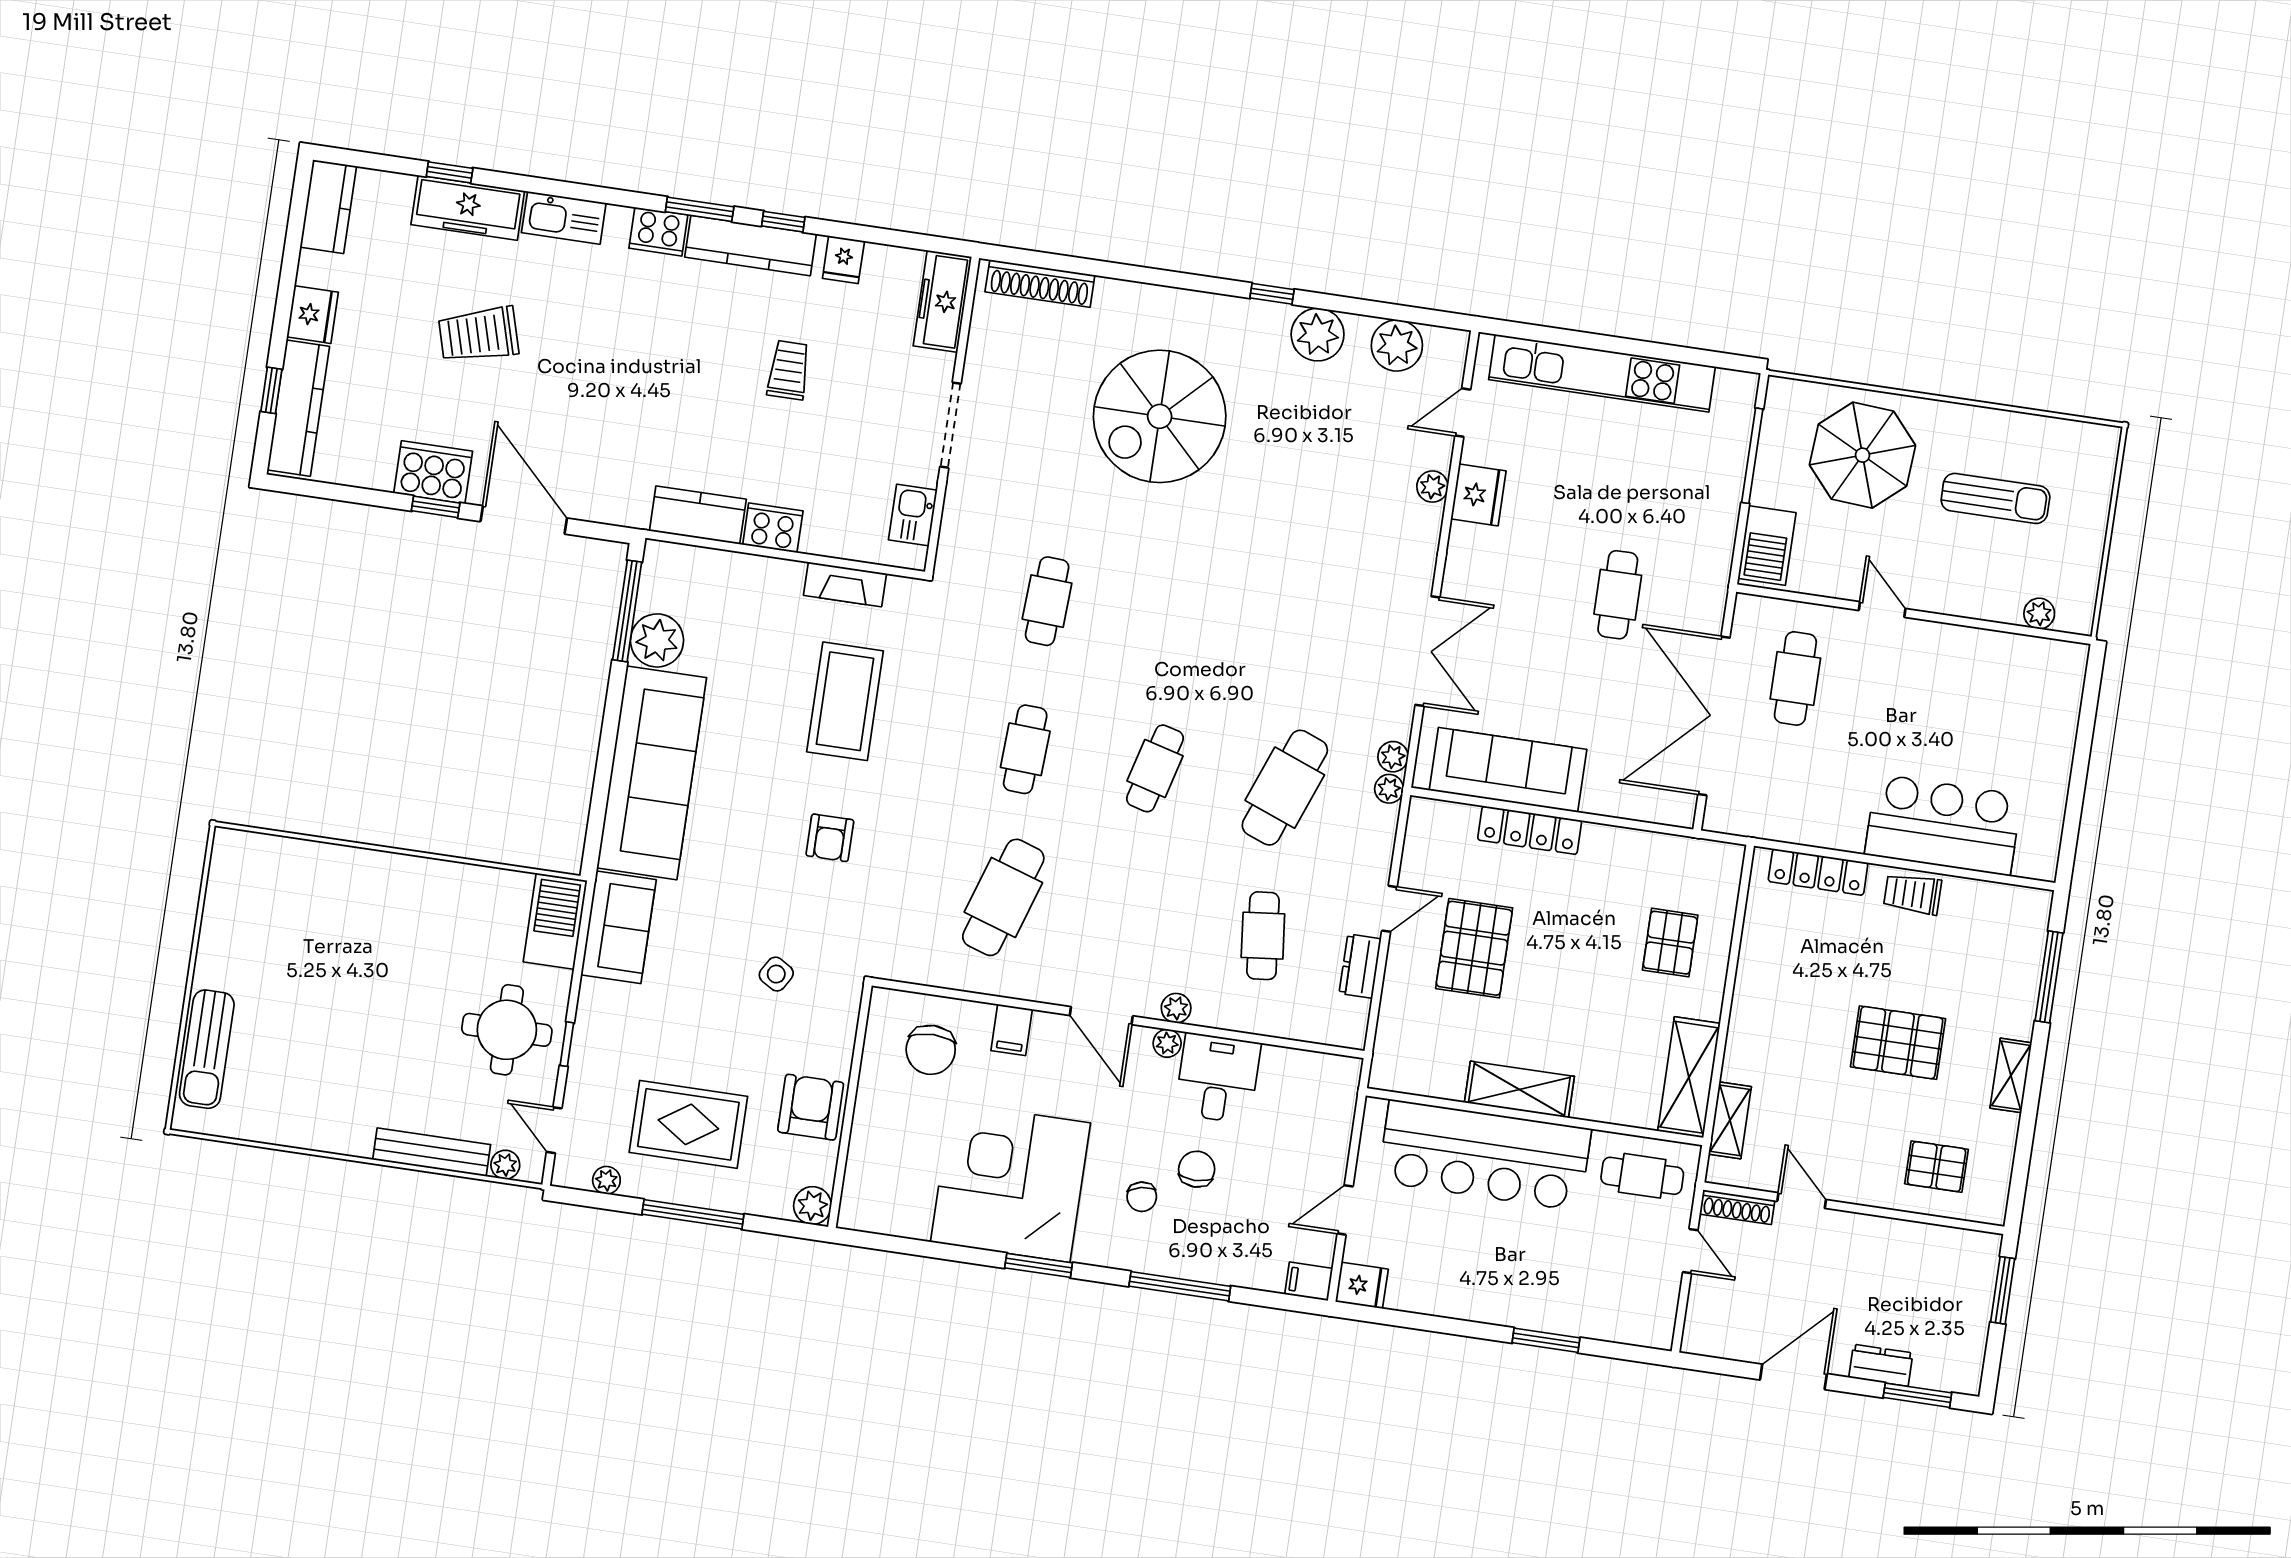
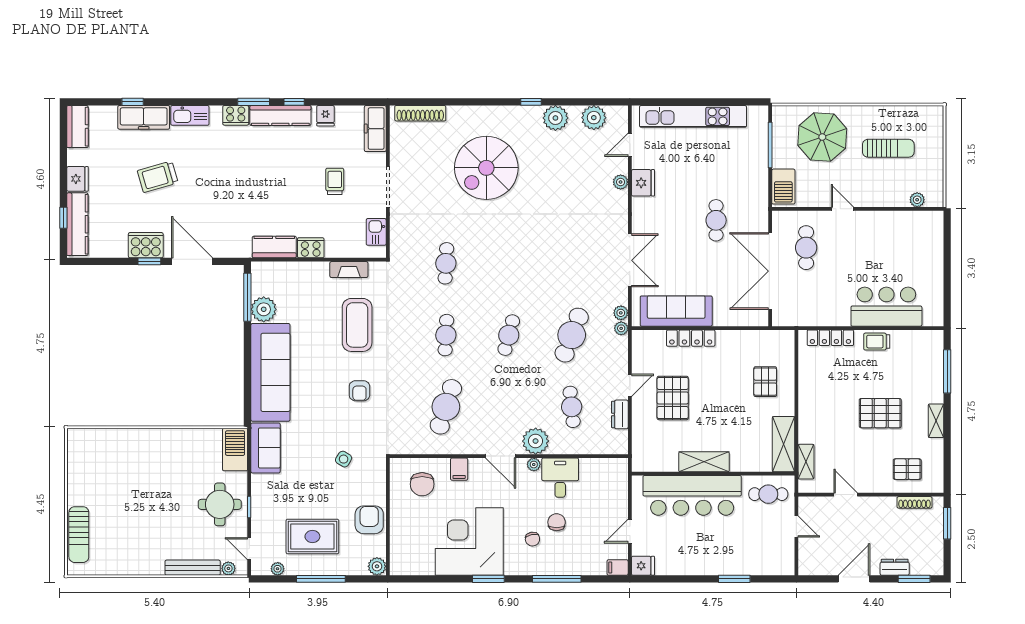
trolley: (789, 370) -> (335, 181), moved
plant: (1176, 1008) -> (536, 441), width x1.87, depth x1.87
shoe rack: (1737, 1207) -> (915, 502), moved

